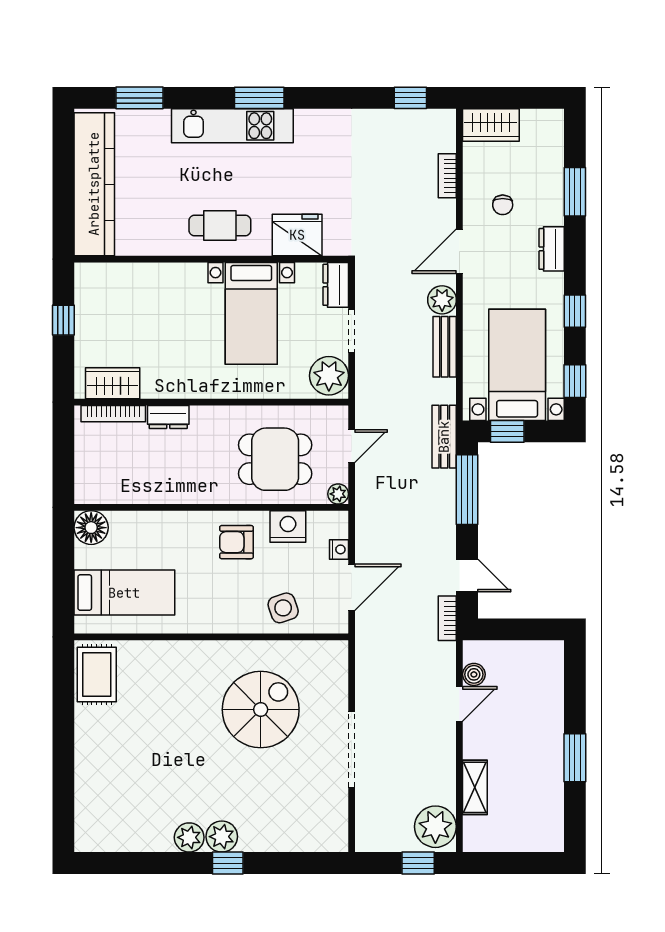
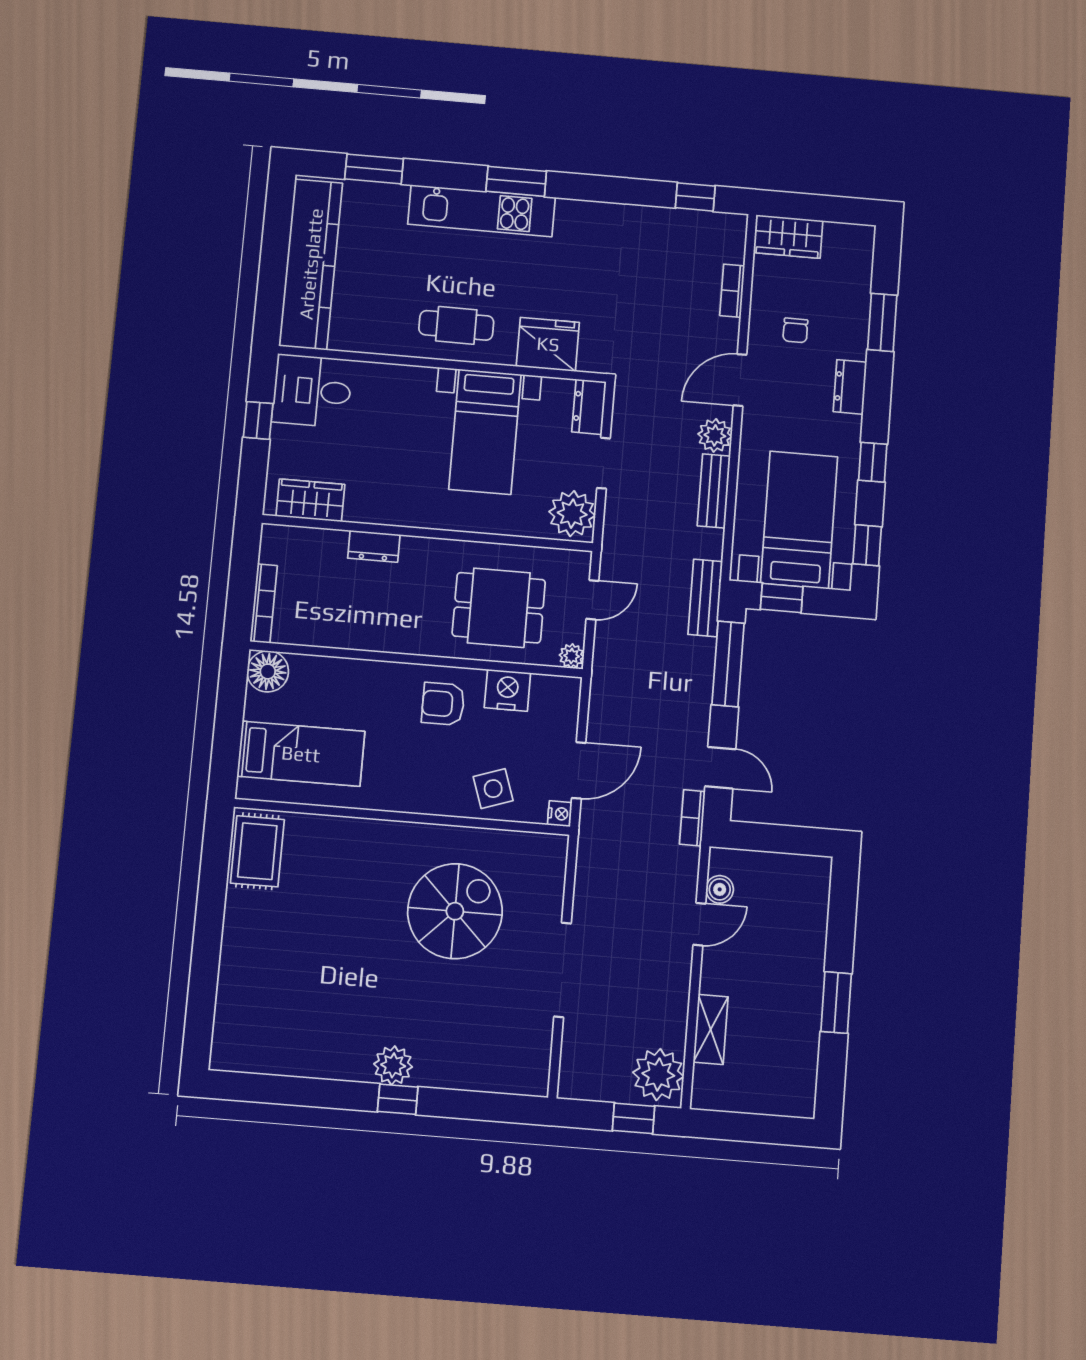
desk: (105, 291) -> (312, 391), added
bookcase: (113, 414) -> (264, 603), moved, turned -90
nightstand: (339, 549) -> (560, 814), moved
plant: (189, 837) -> (353, 1063), removed

